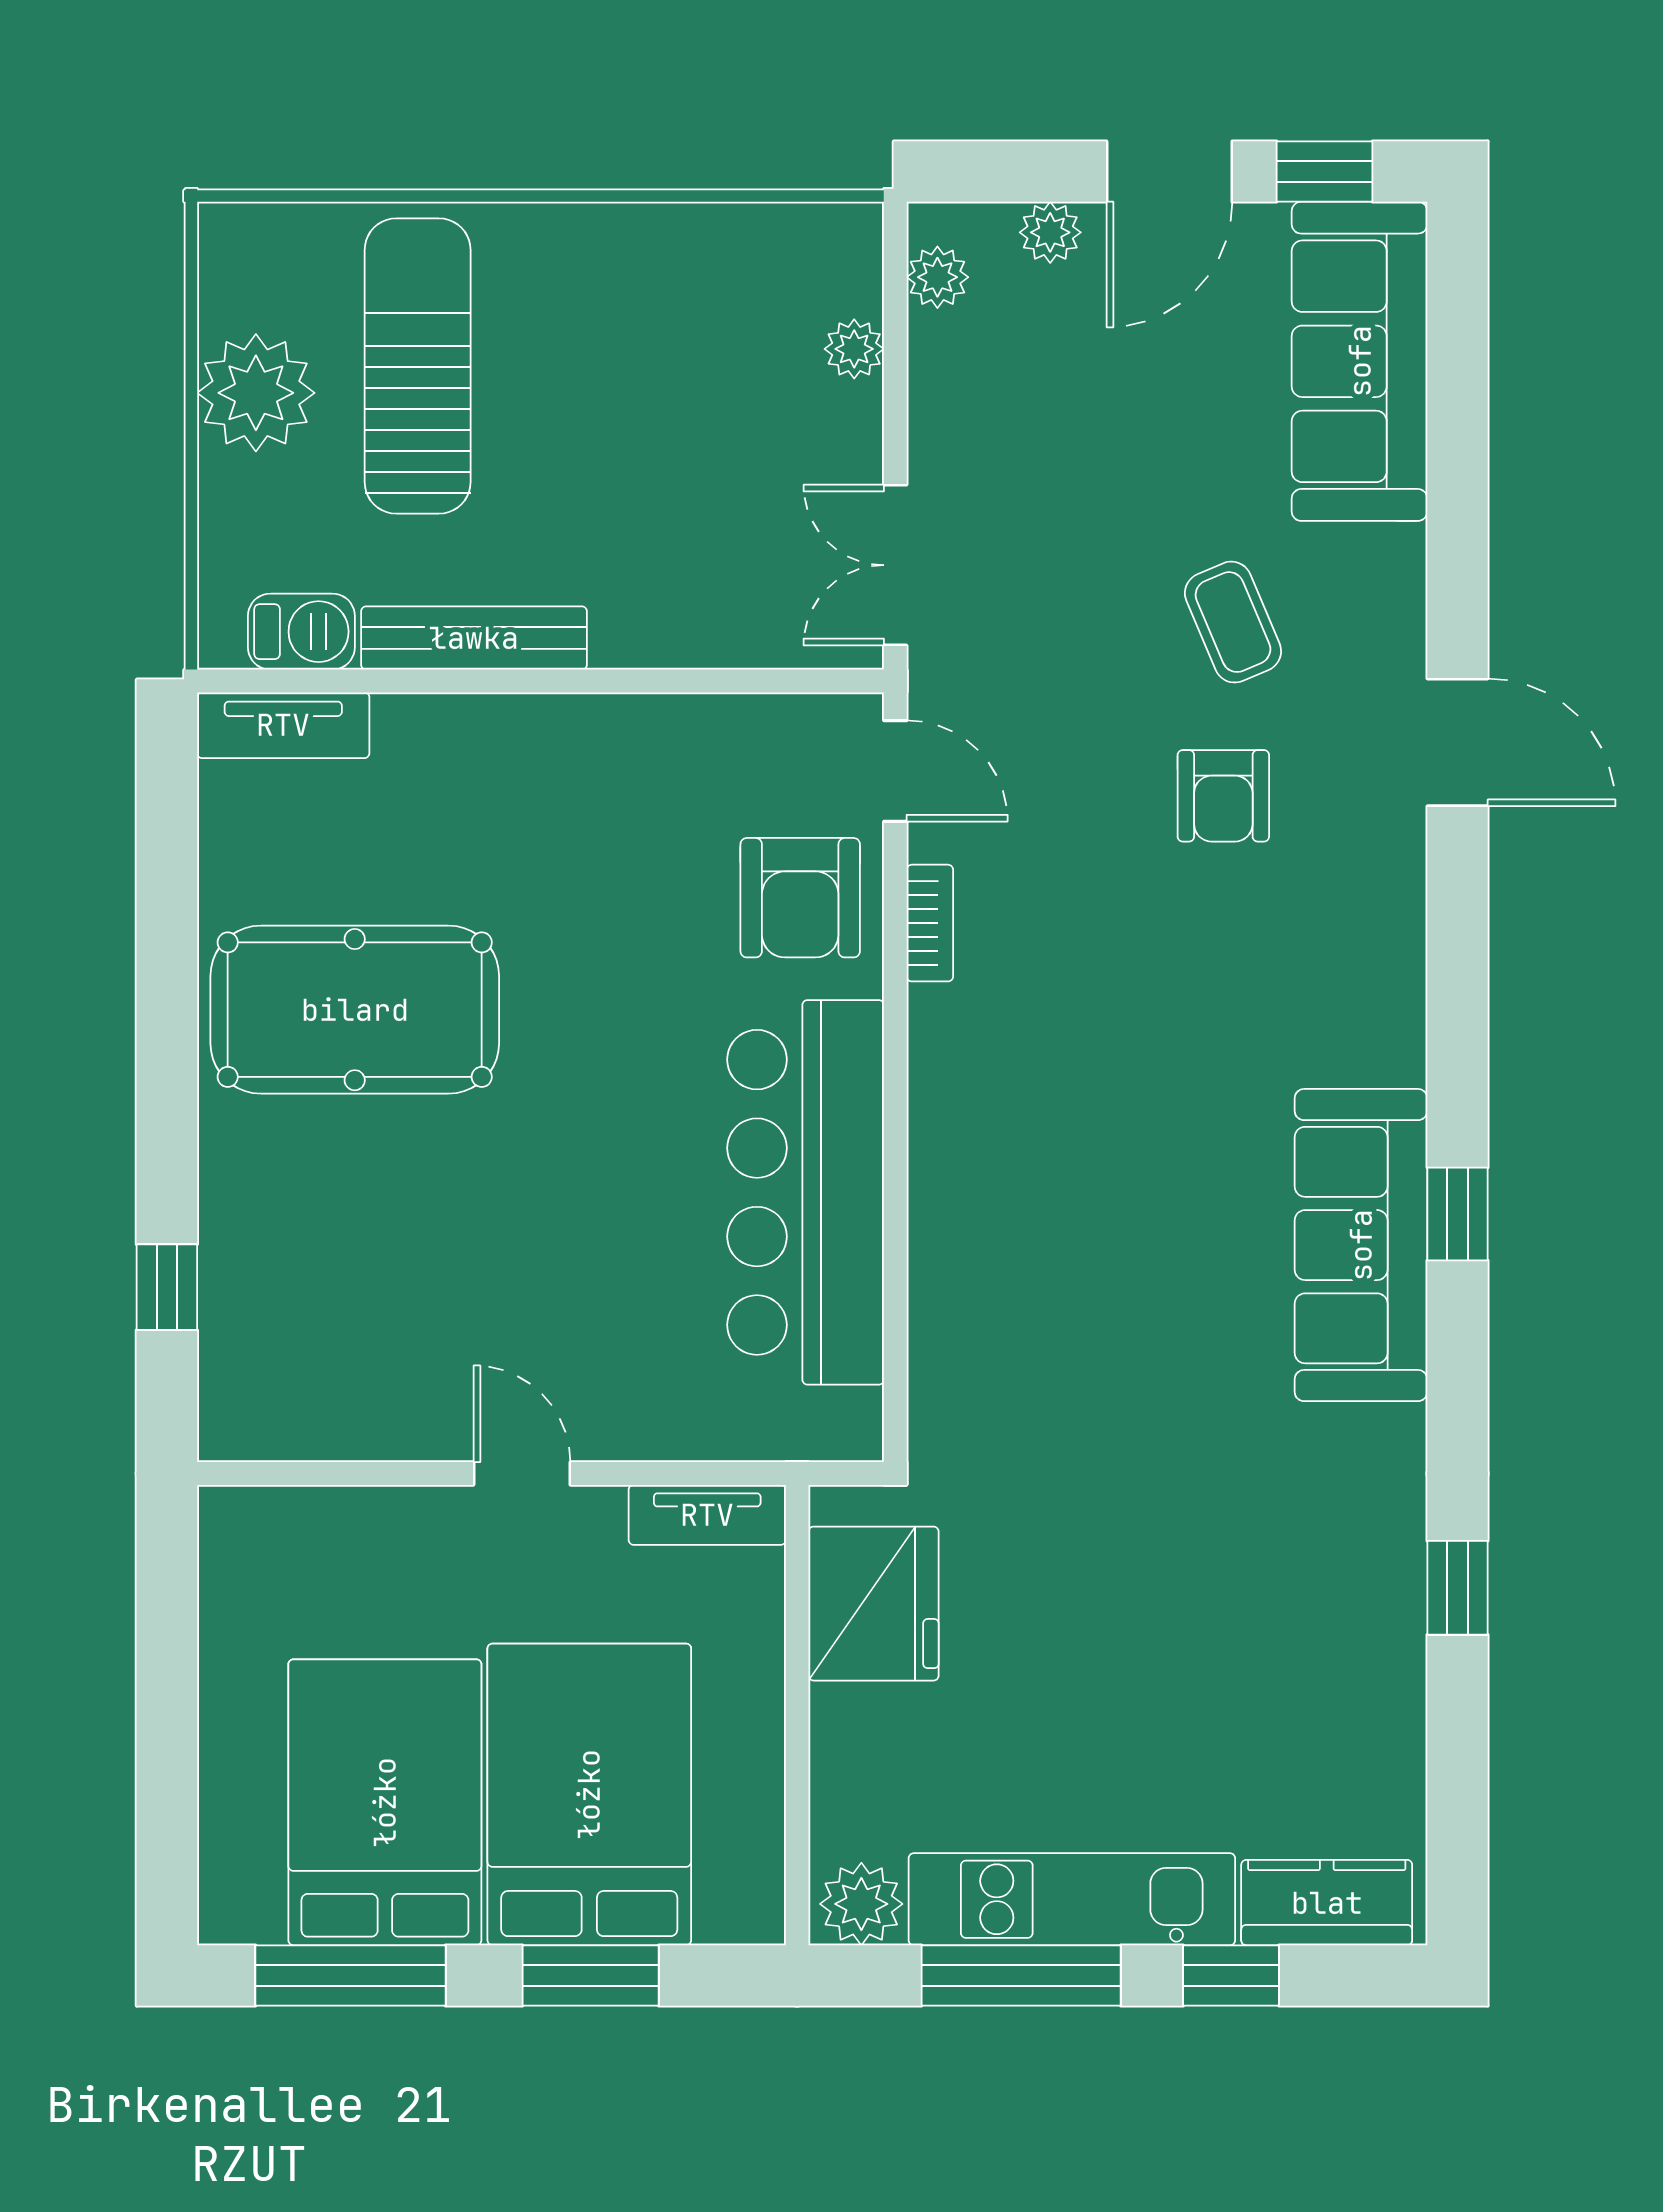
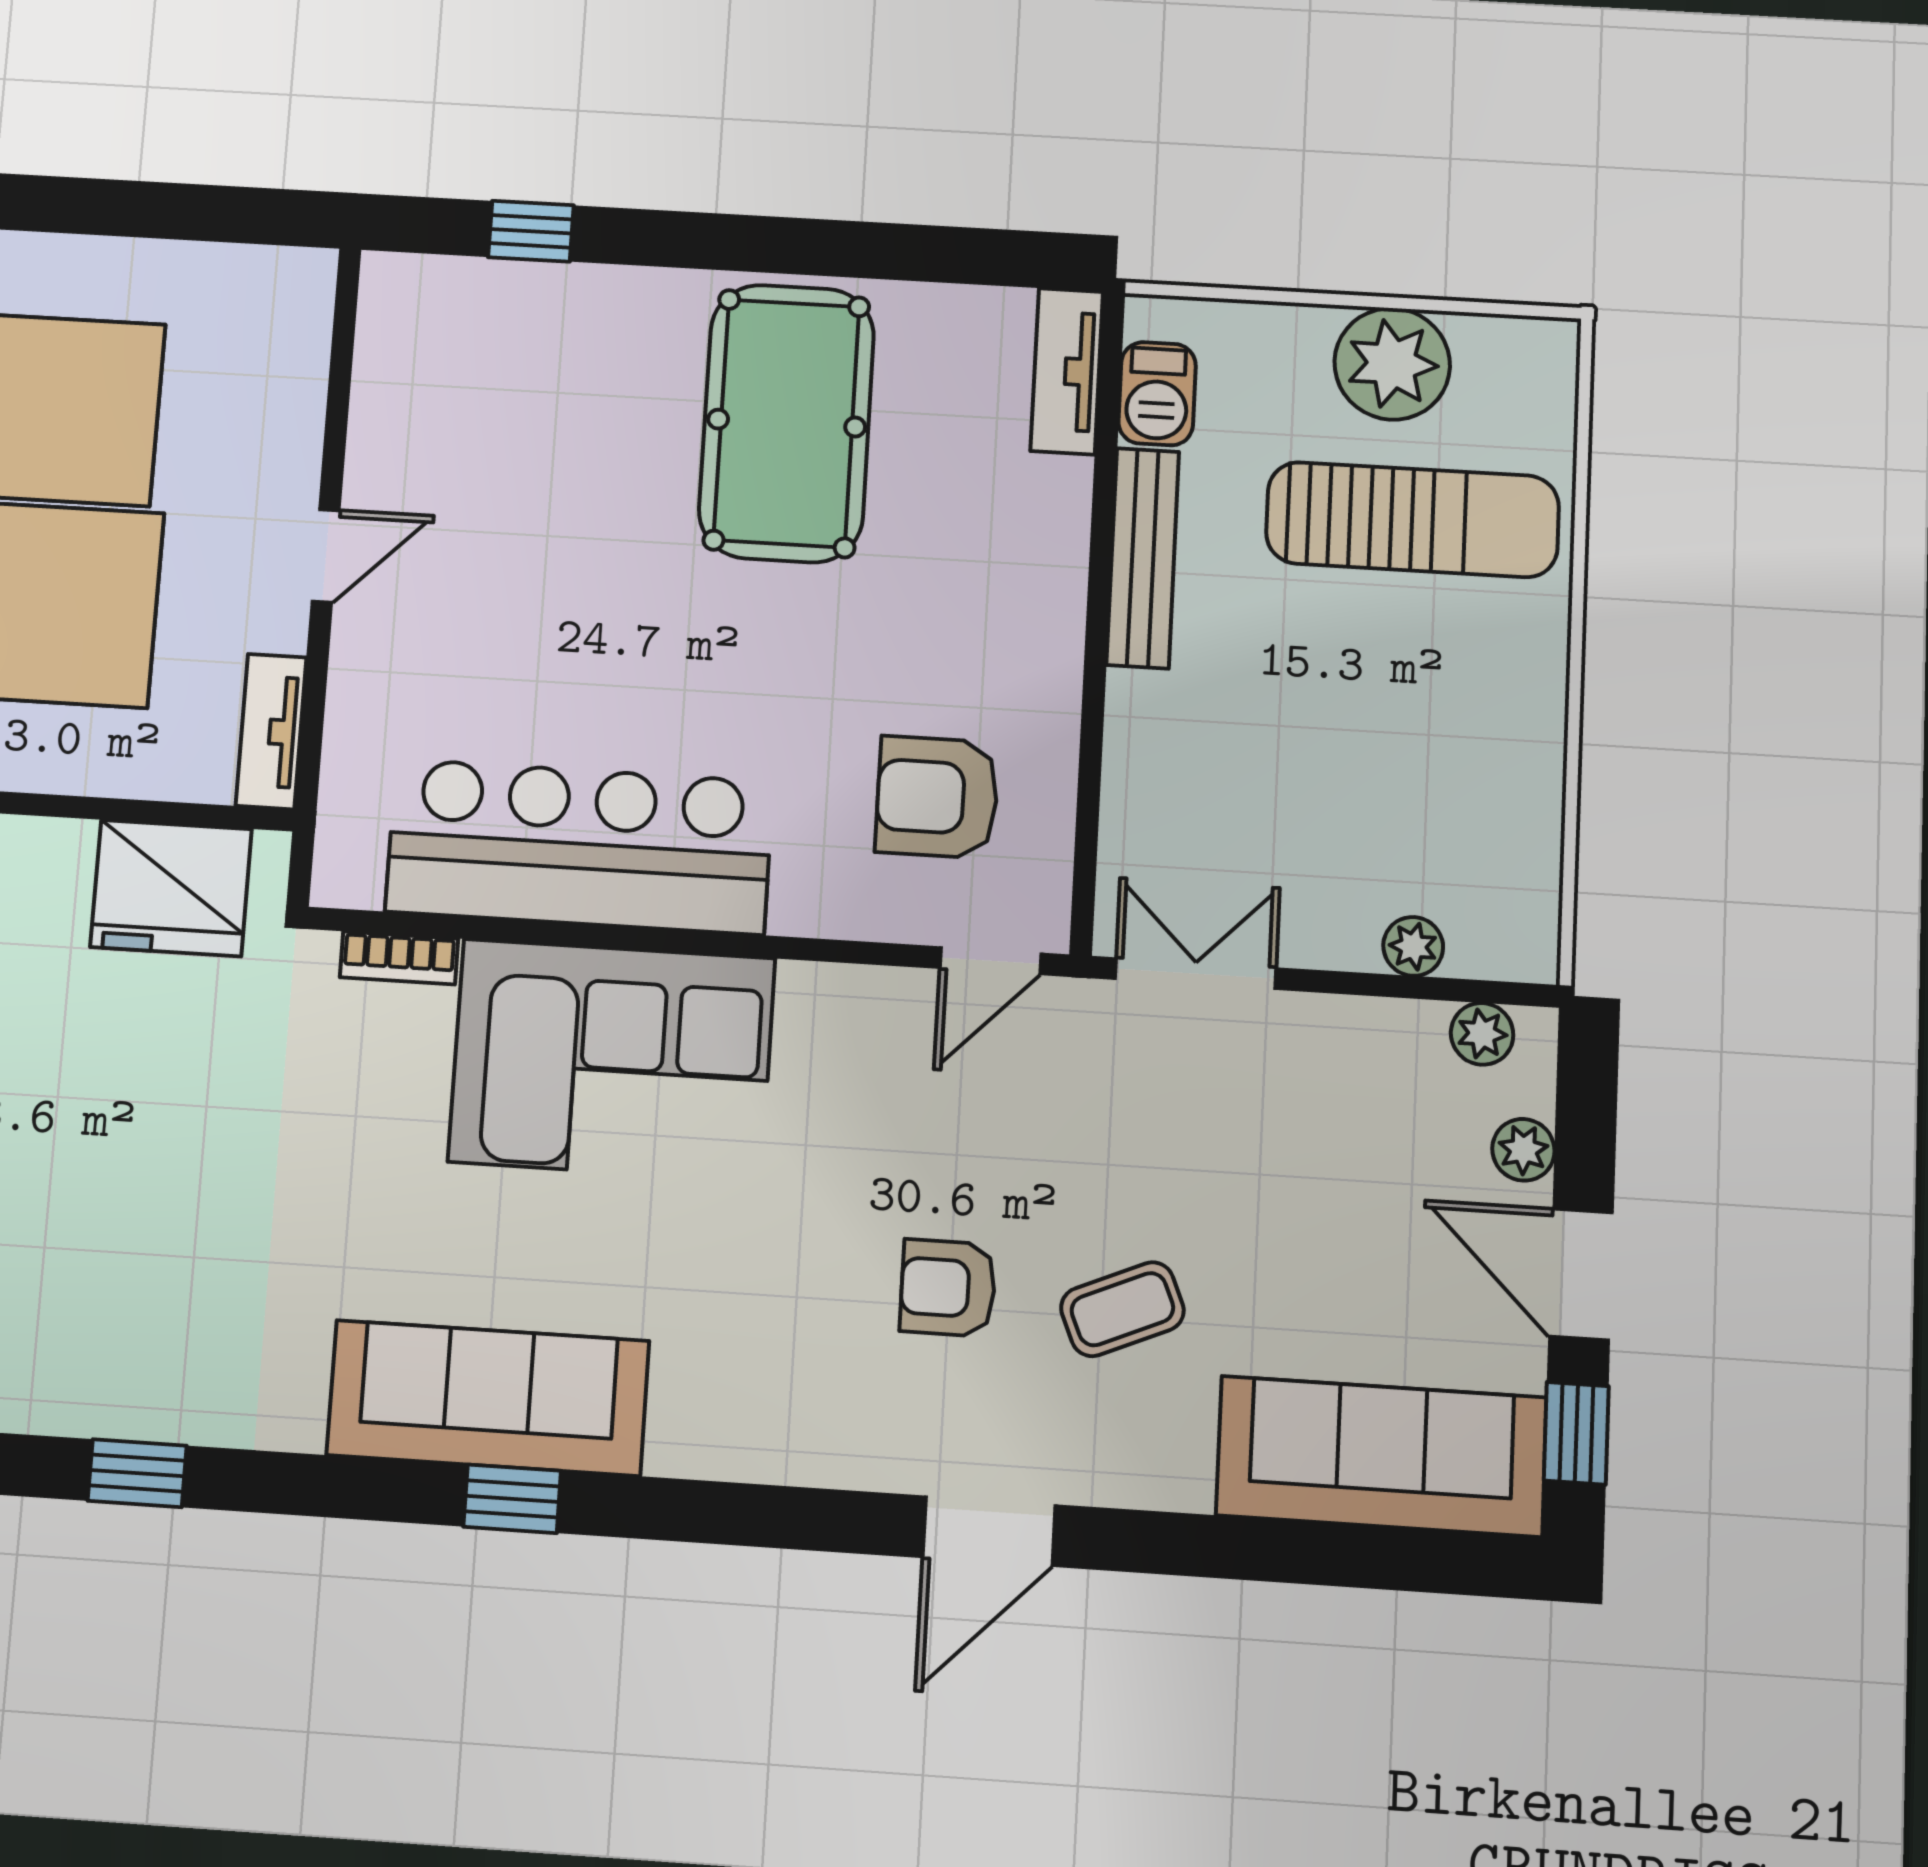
armchair: (800, 898) -> (937, 797), moved
bookcase: (930, 923) -> (399, 958), moved
corner sofa: (1019, 1145) -> (612, 1060), added

